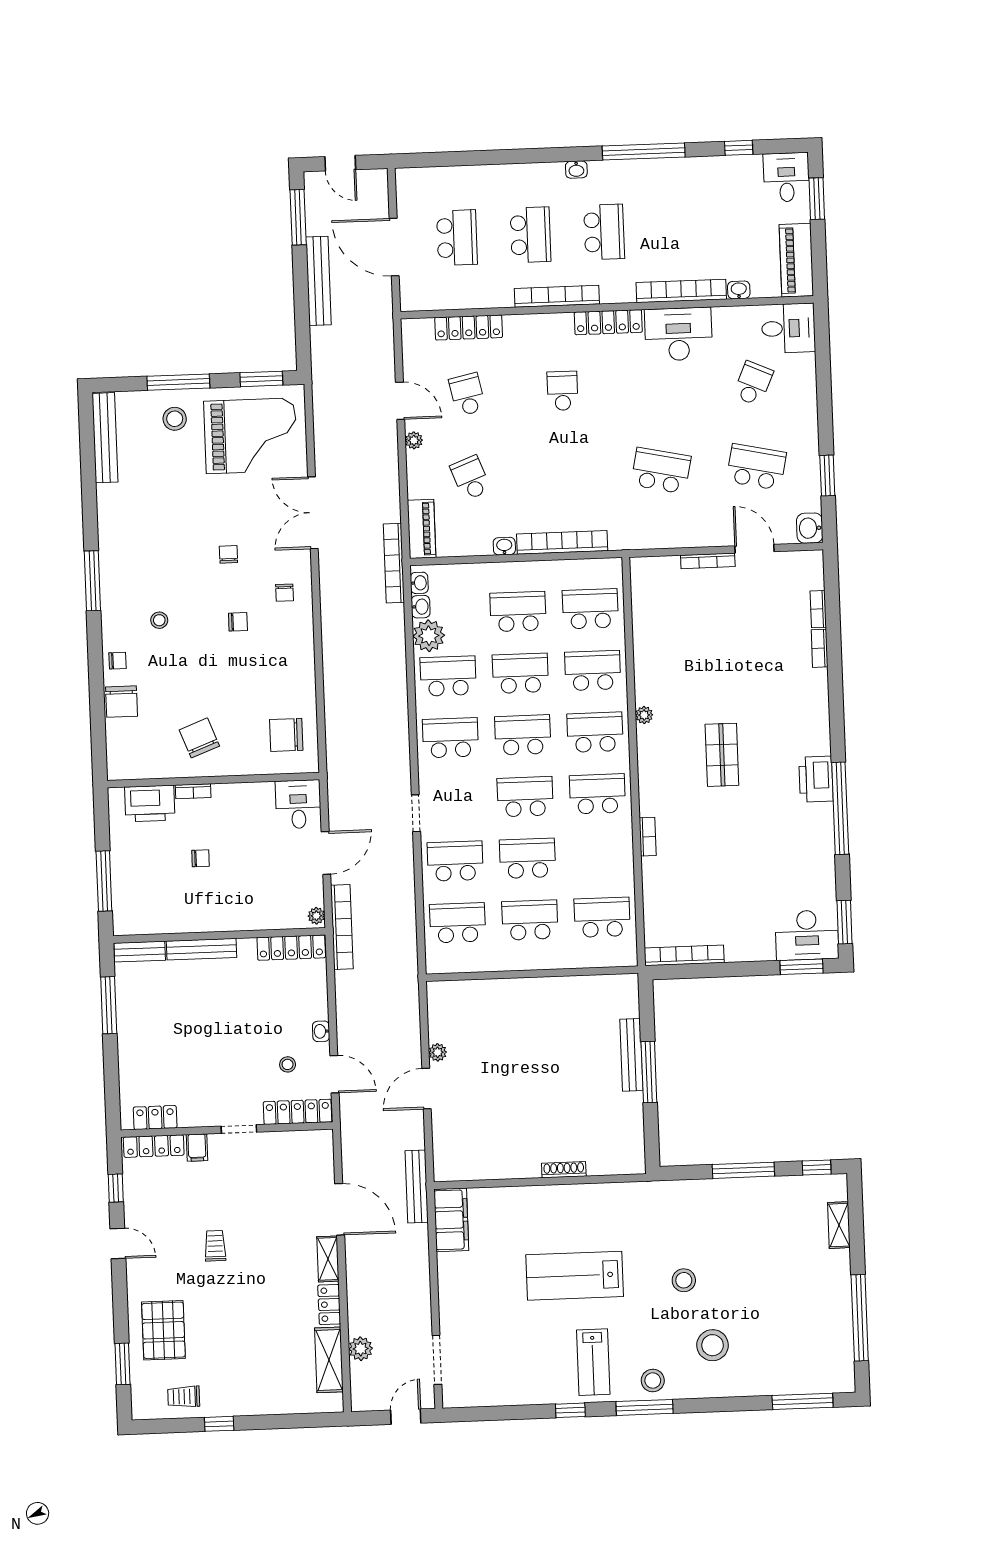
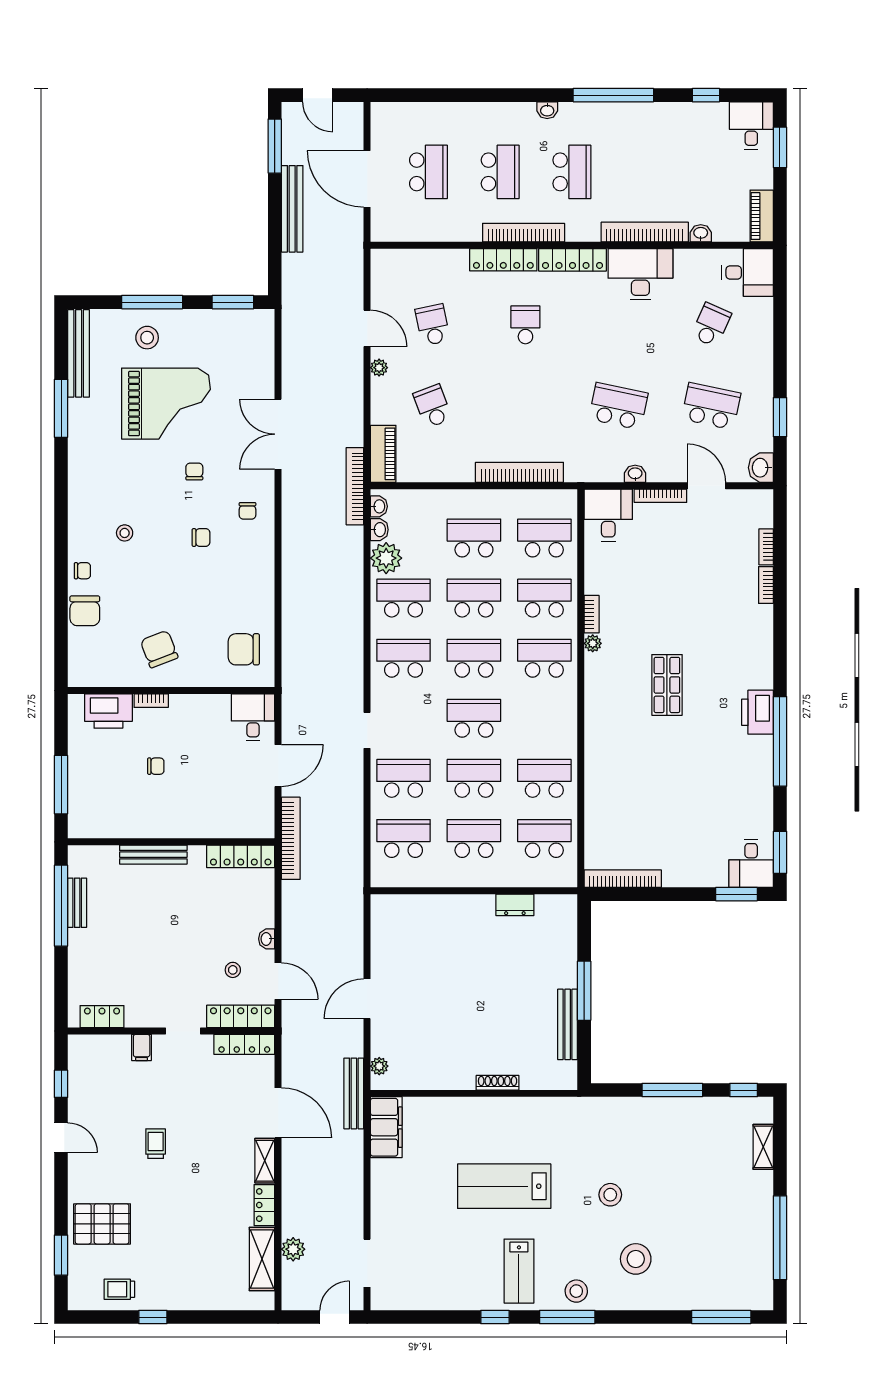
piano: (796, 260) -> (762, 216), width x0.73, depth x0.75
locker: (469, 328) -> (503, 260), moved
grand piano: (251, 436) -> (166, 404), moved
washbasin: (504, 546) -> (635, 474), moved
window: (92, 581) -> (61, 408), moved
desk: (655, 583) -> (608, 515), added
school desk: (597, 794) -> (544, 778), moved
bookcase: (648, 837) -> (592, 614), moved
plant: (316, 916) -> (266, 826), removed
desk: (807, 935) -> (751, 864), width x0.73
bench: (140, 952) -> (77, 903), moved, turned 90
dresser: (575, 986) -> (515, 905), added
window: (109, 1005) -> (61, 906), width x1.46
plant: (438, 1052) -> (379, 1066), moved
bench: (631, 1055) -> (568, 1024), moved
locker: (154, 1146) -> (244, 1044), moved
pallet: (163, 1330) -> (102, 1224), turned 90

